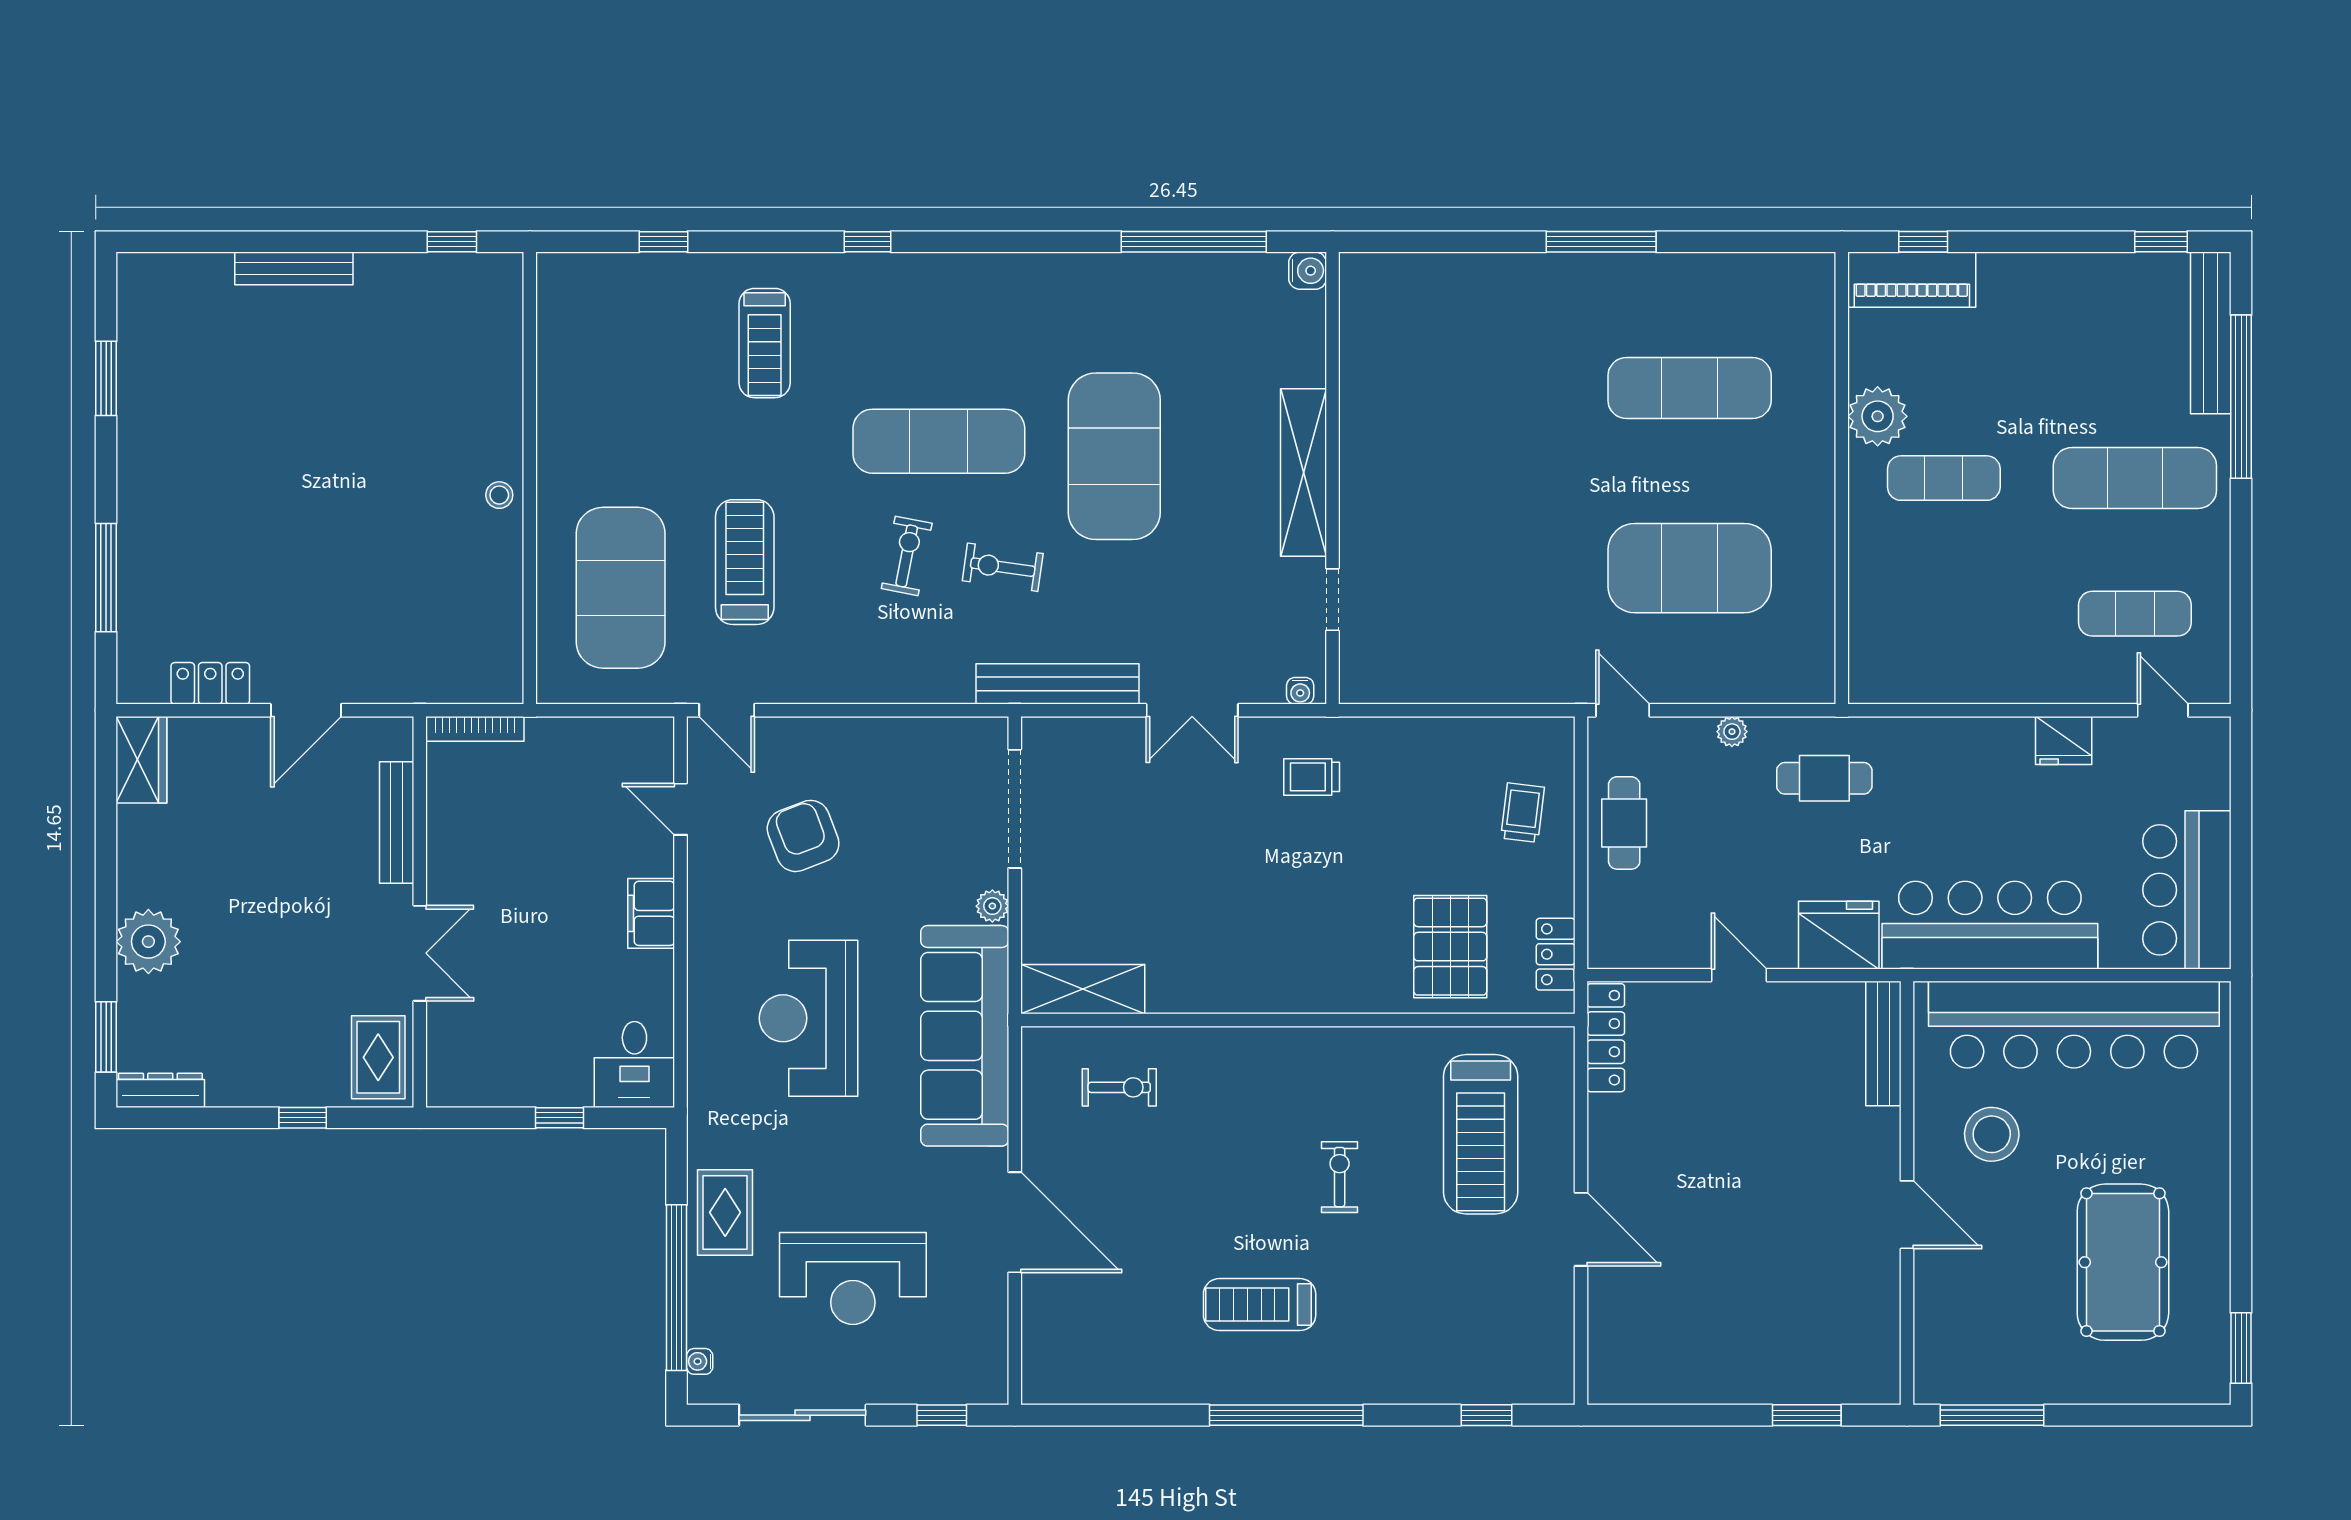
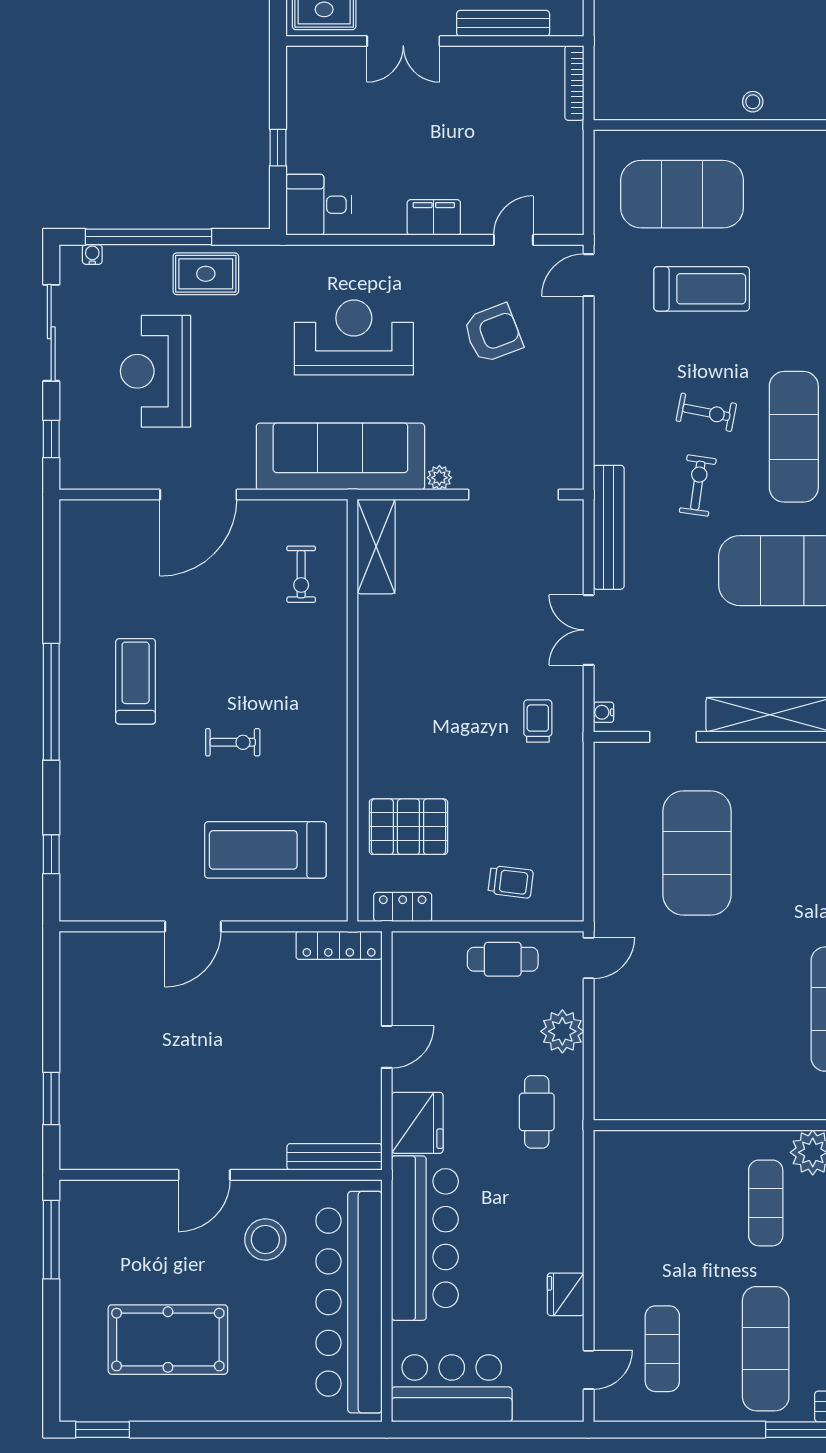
exercise mat: (1690, 568) -> (697, 853), moved
plant: (1732, 732) -> (562, 1031), width x1.88, depth x1.88

